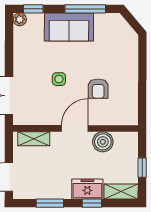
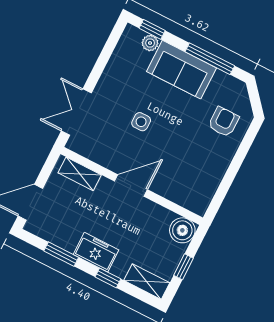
plant: (20, 19) -> (150, 43), moved
armchair: (98, 89) -> (224, 122), moved, turned 180
boiler: (103, 142) -> (182, 230), moved
freezer: (87, 189) -> (96, 252), moved

